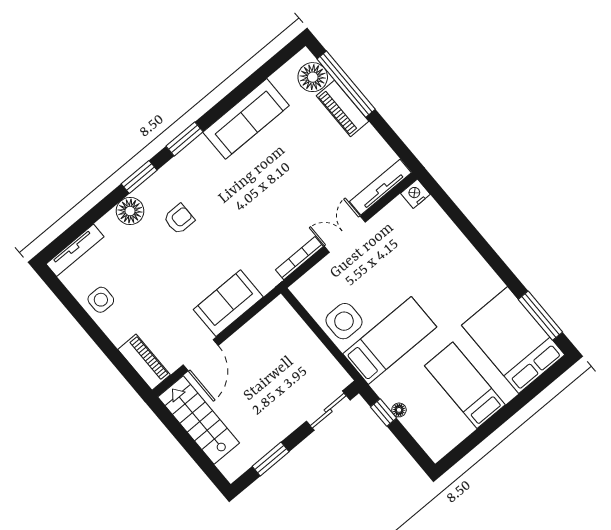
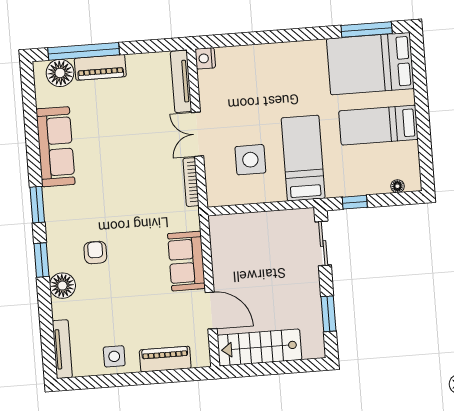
side table: (344, 321) -> (250, 160), moved
piano: (144, 362) -> (165, 359), moved
floor lamp: (399, 410) -> (397, 186), moved

